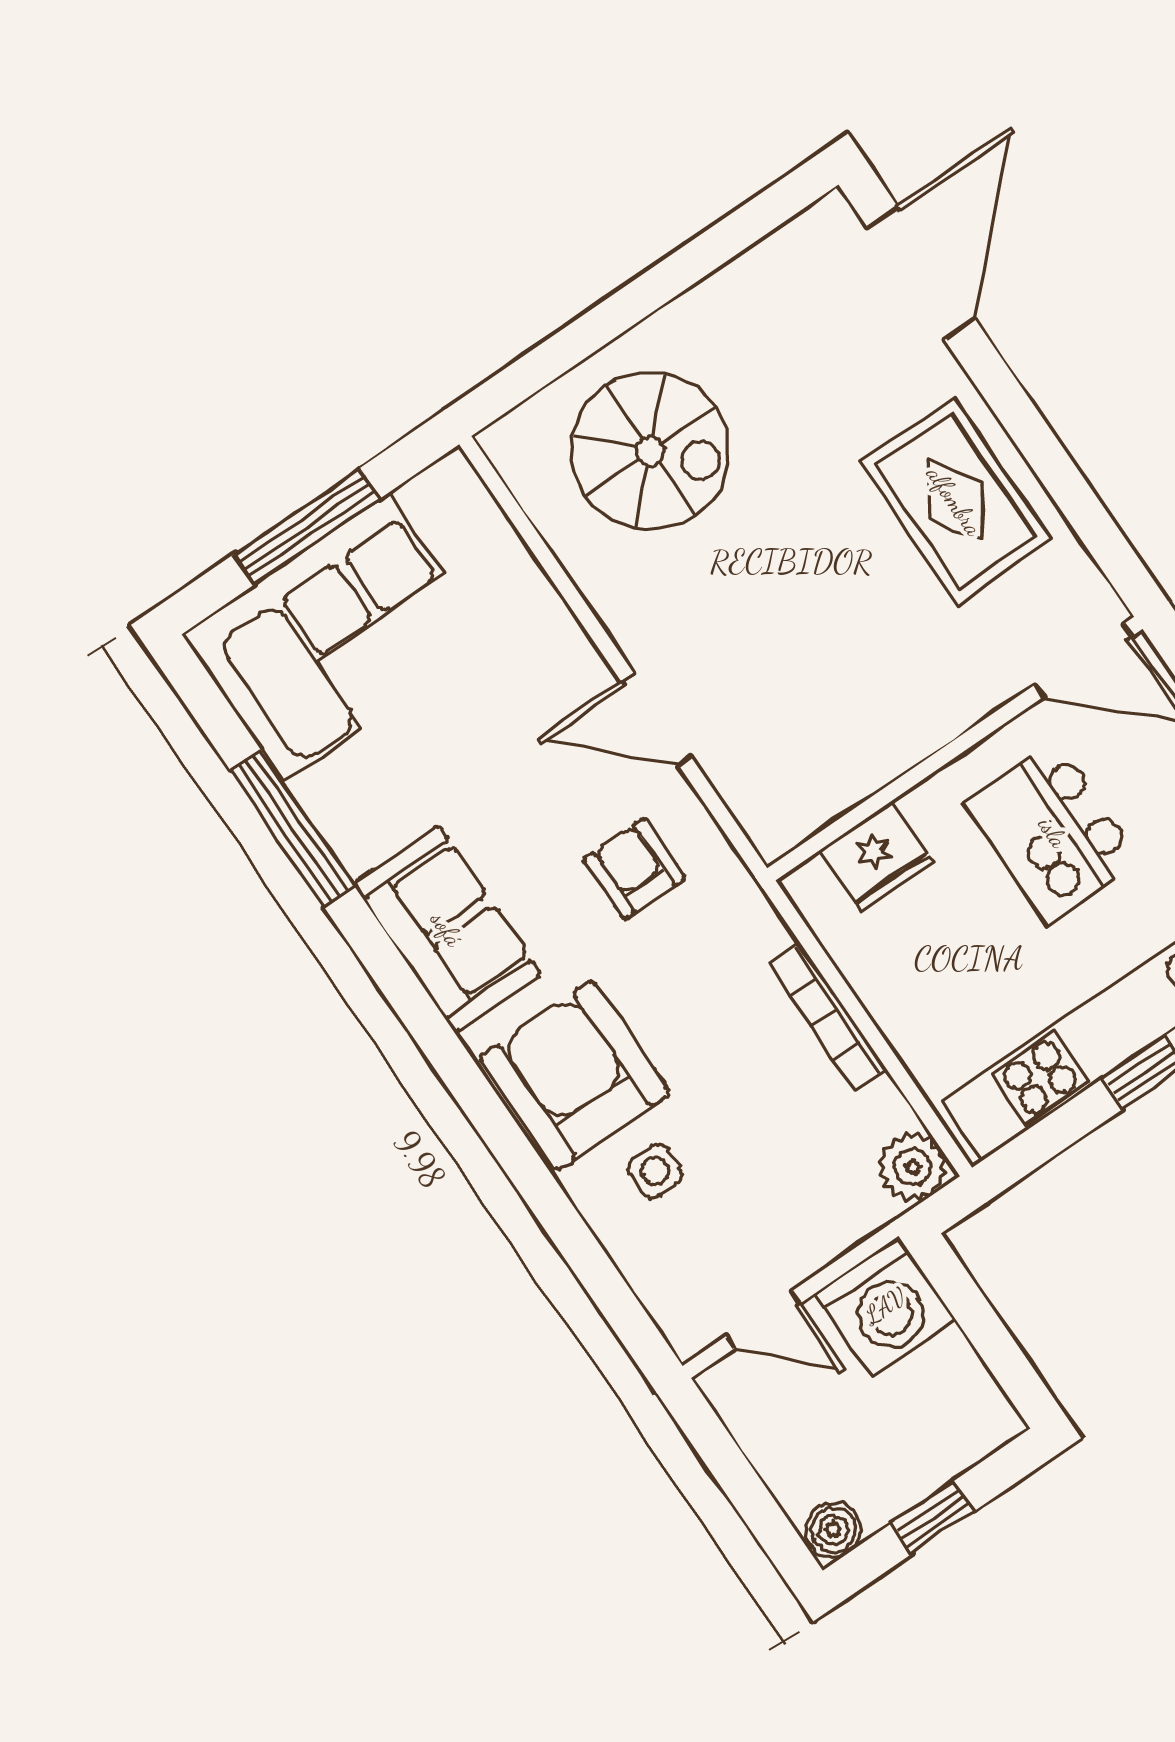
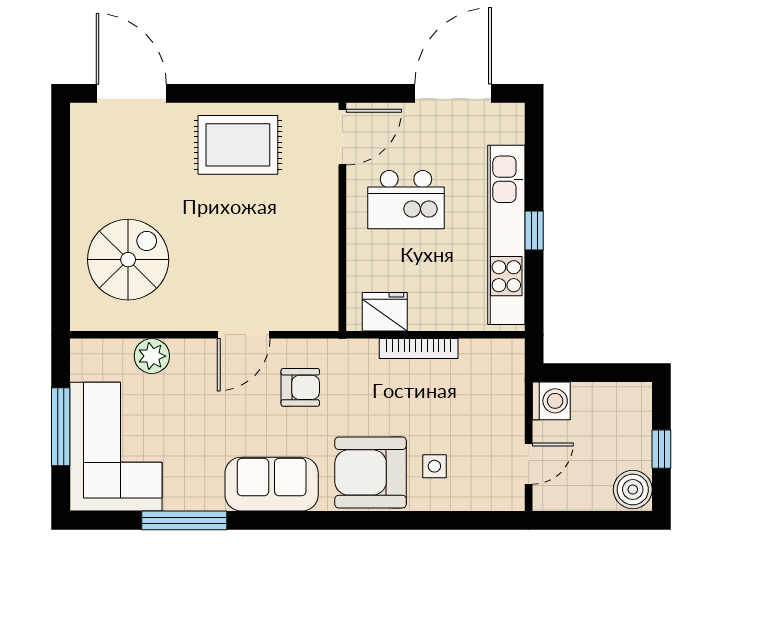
fridge: (877, 856) -> (385, 312), moved, turned -90
armchair: (634, 869) -> (300, 387), turned 180
plant: (913, 1167) -> (152, 356), moved
washing machine: (885, 1306) -> (551, 401), width x0.73, depth x0.73
boiler: (833, 1530) -> (633, 489), width x1.36, depth x1.36

